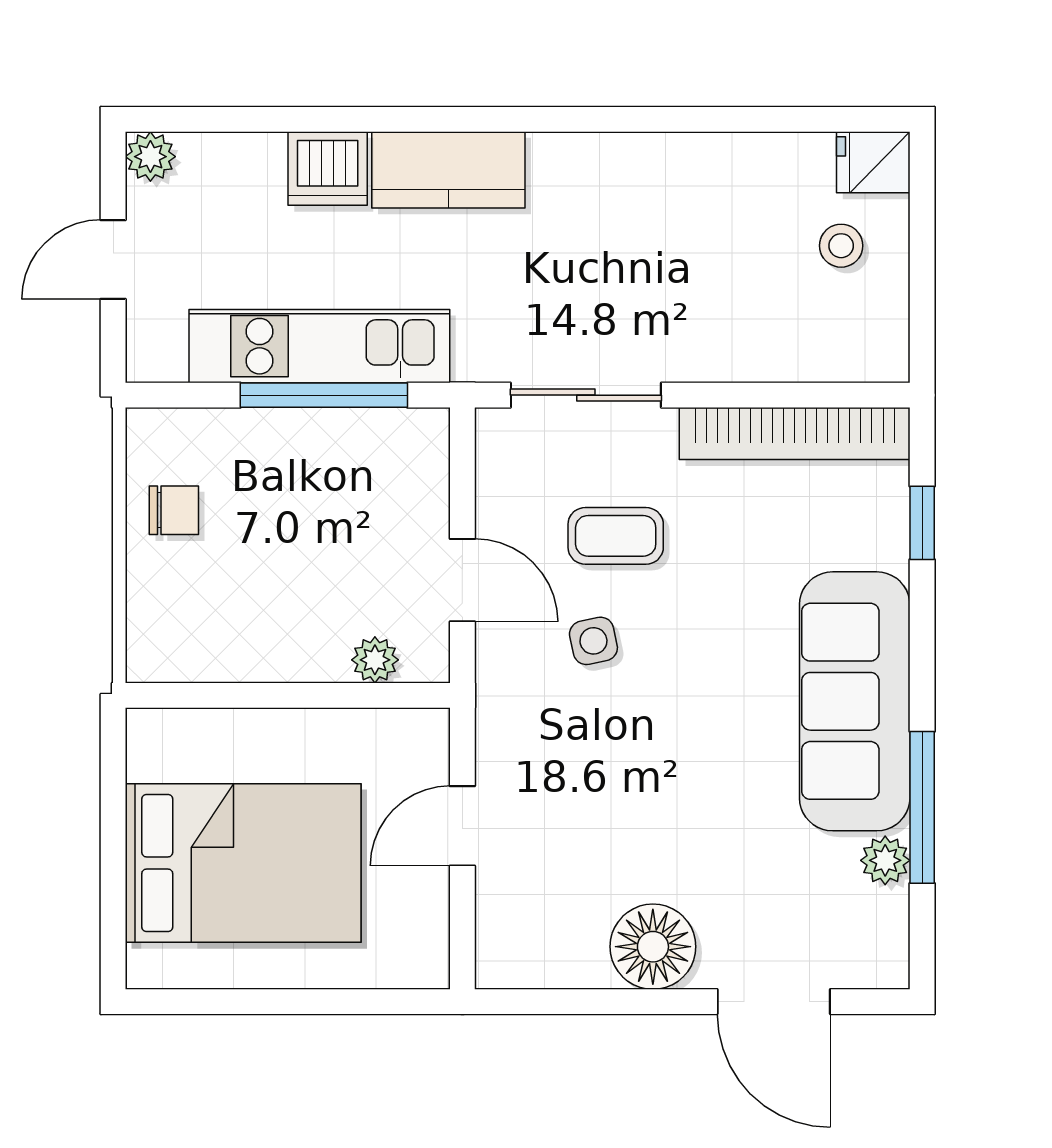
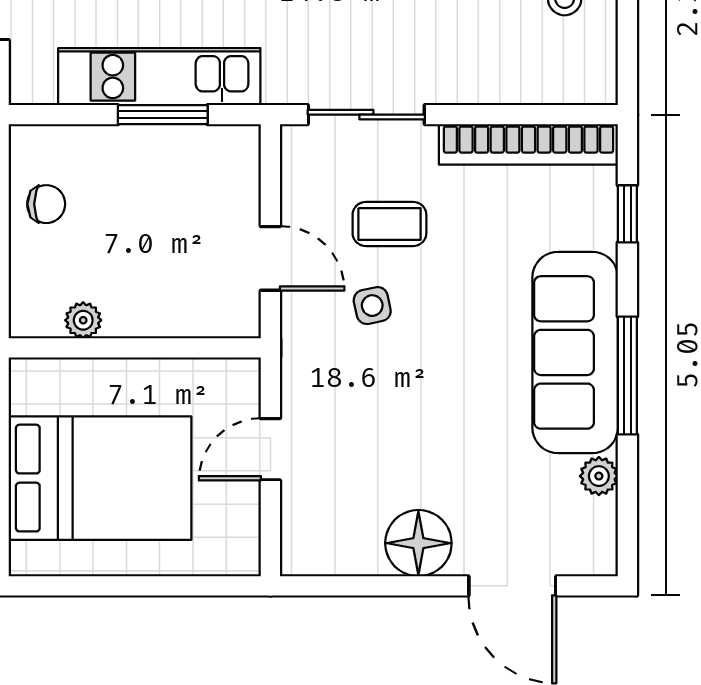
window: (324, 395) -> (163, 115), width x0.69
plant: (375, 660) -> (83, 320), moved
window: (922, 807) -> (627, 375), moved

